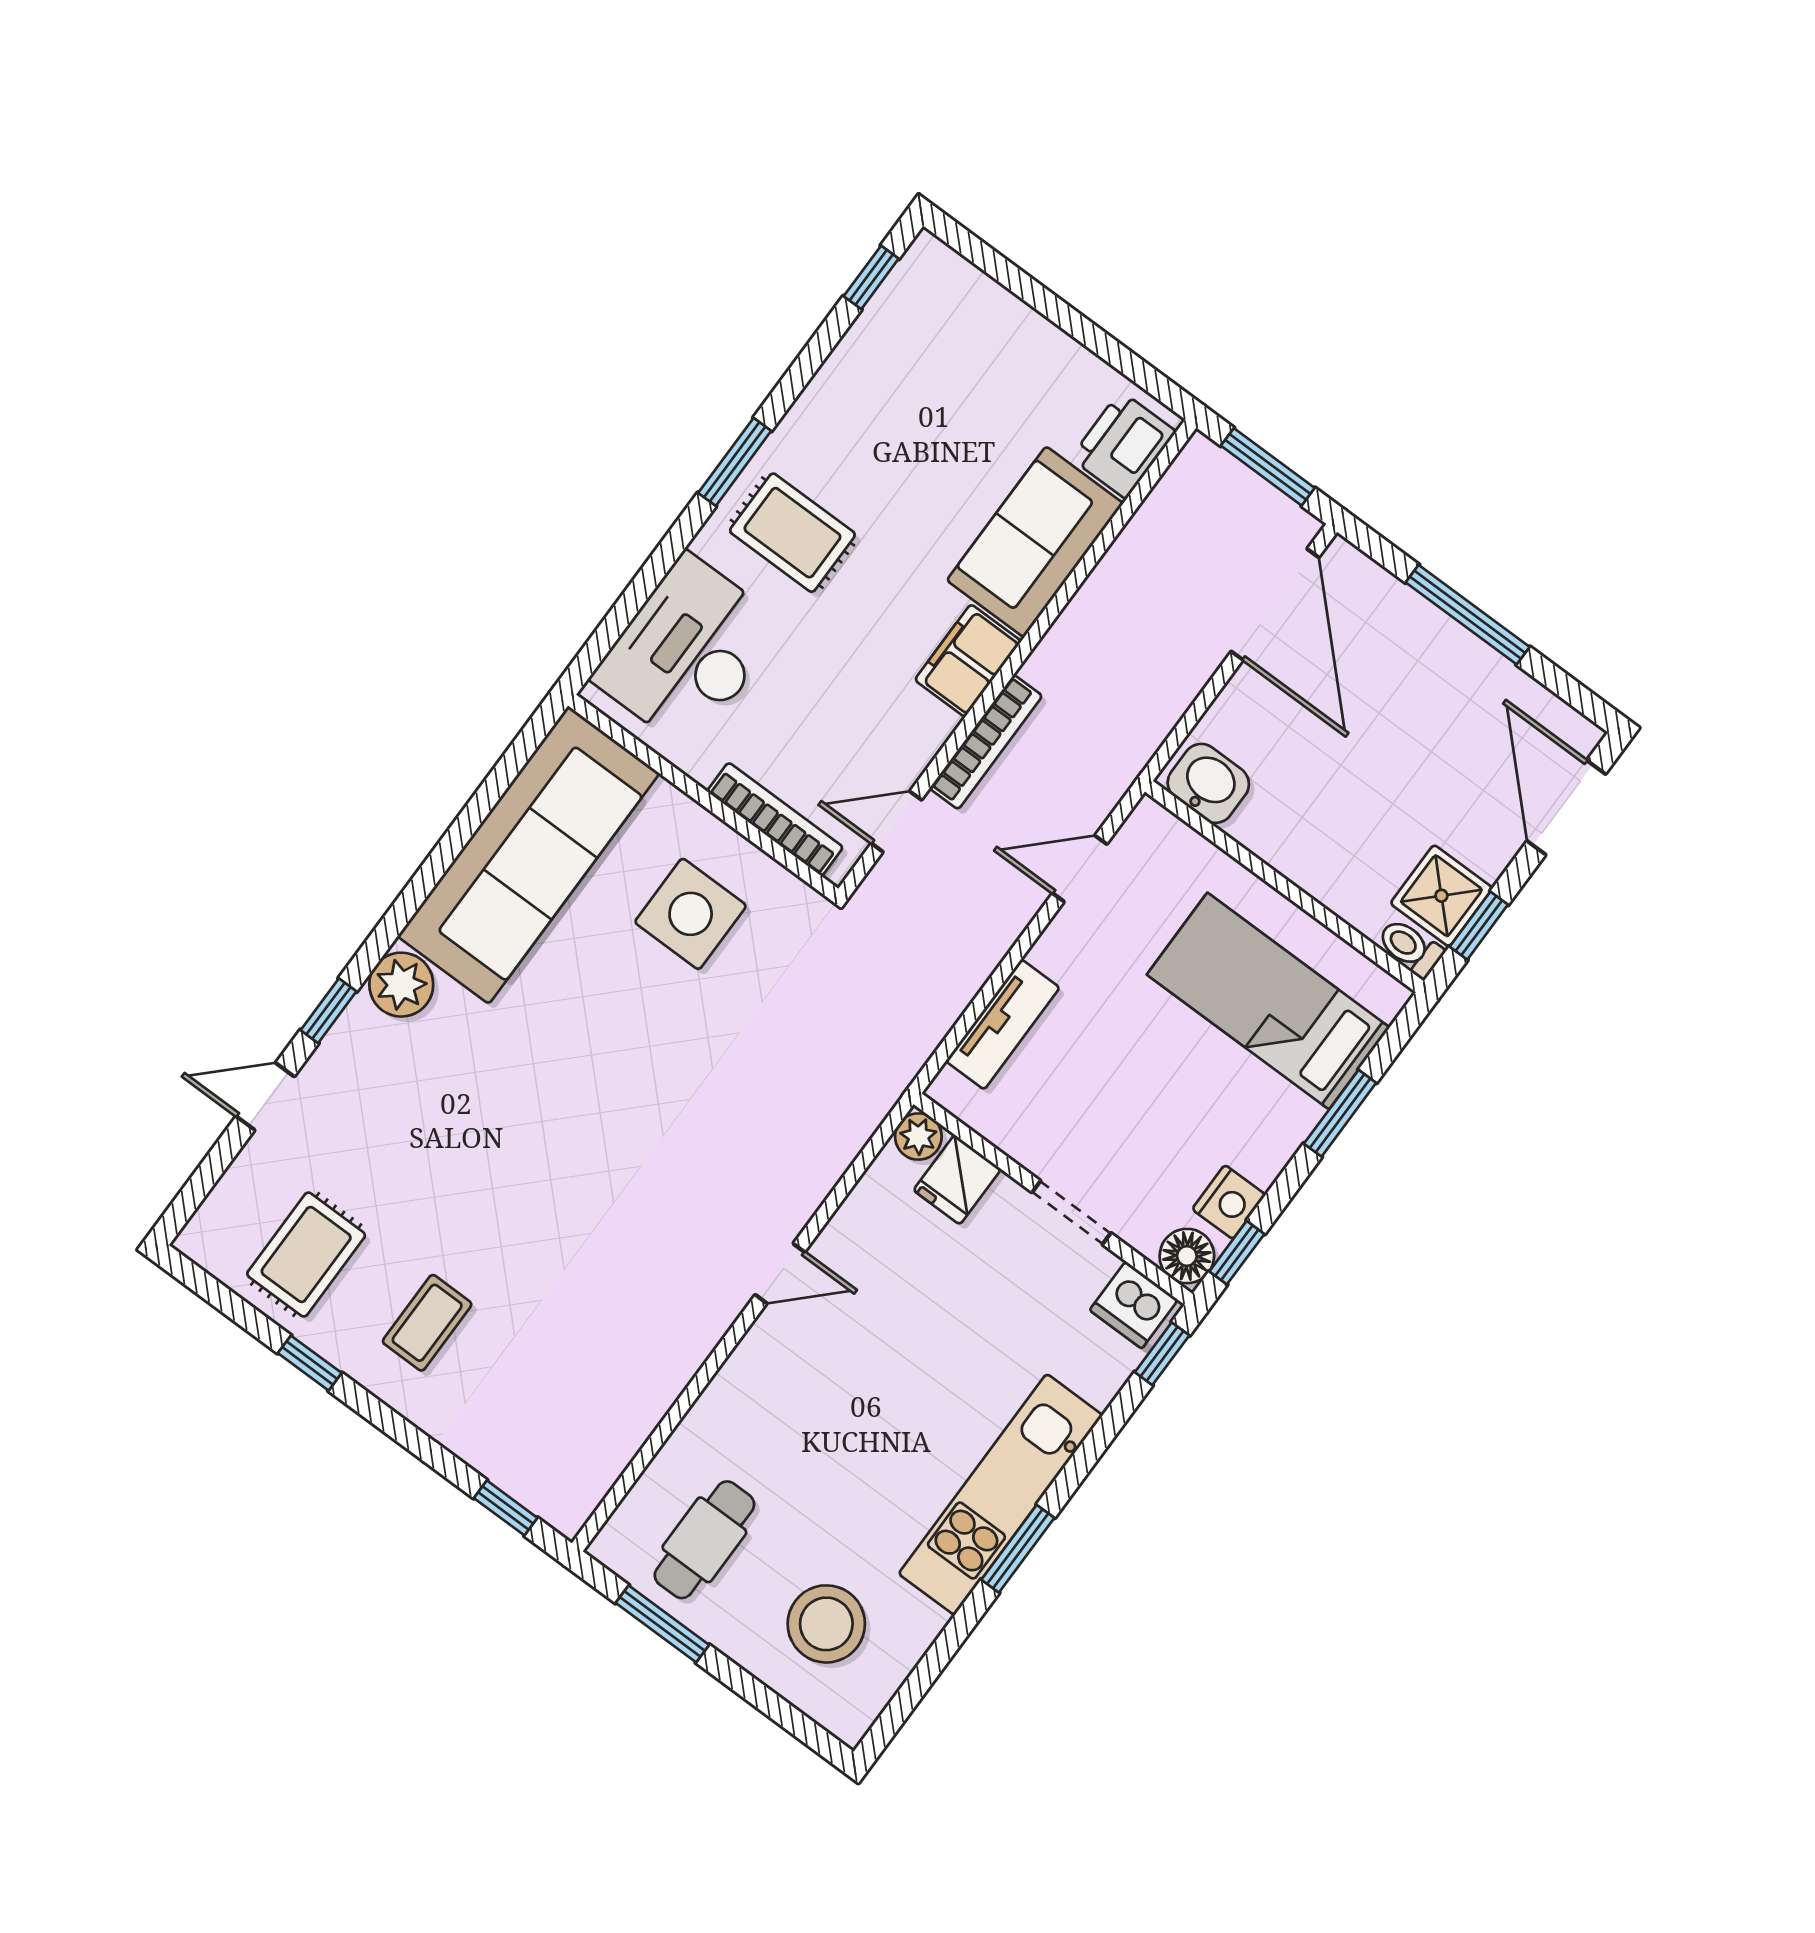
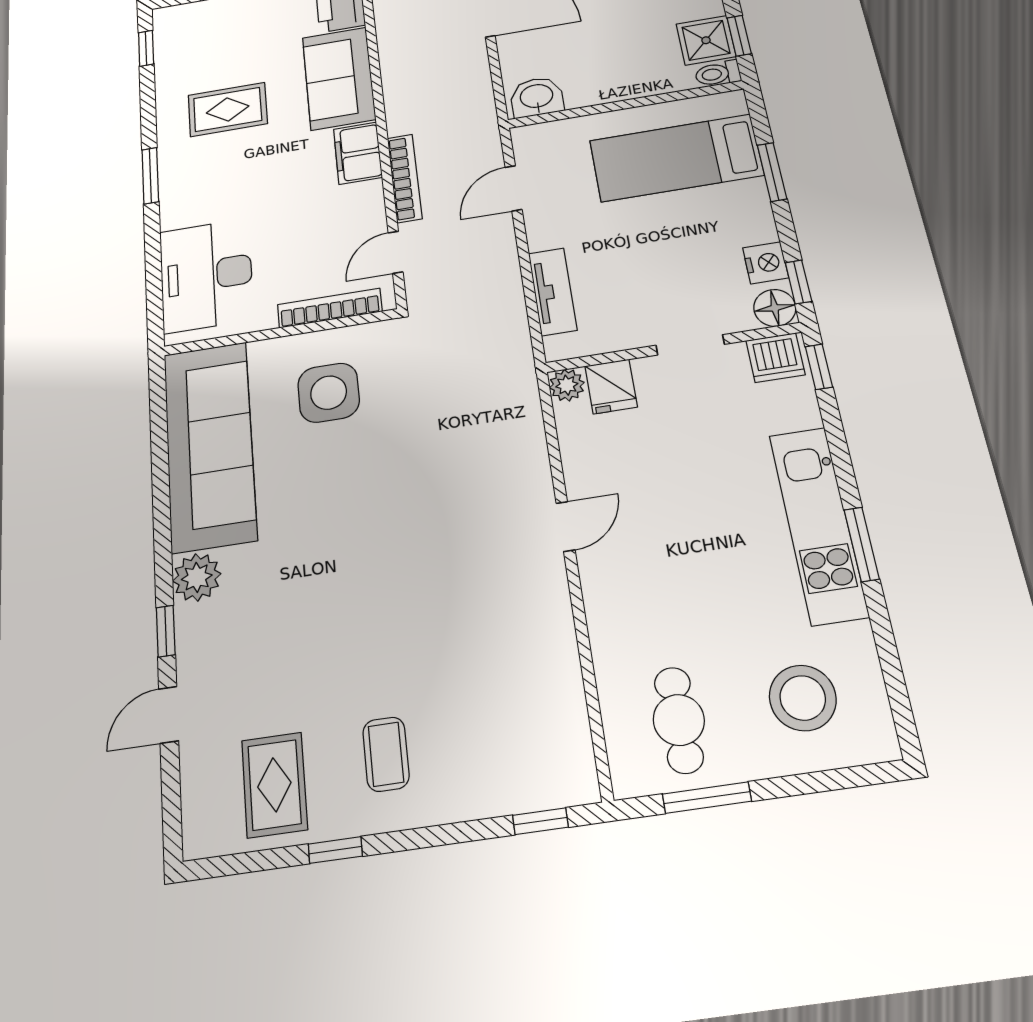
rug: (792, 533) -> (228, 109), moved

